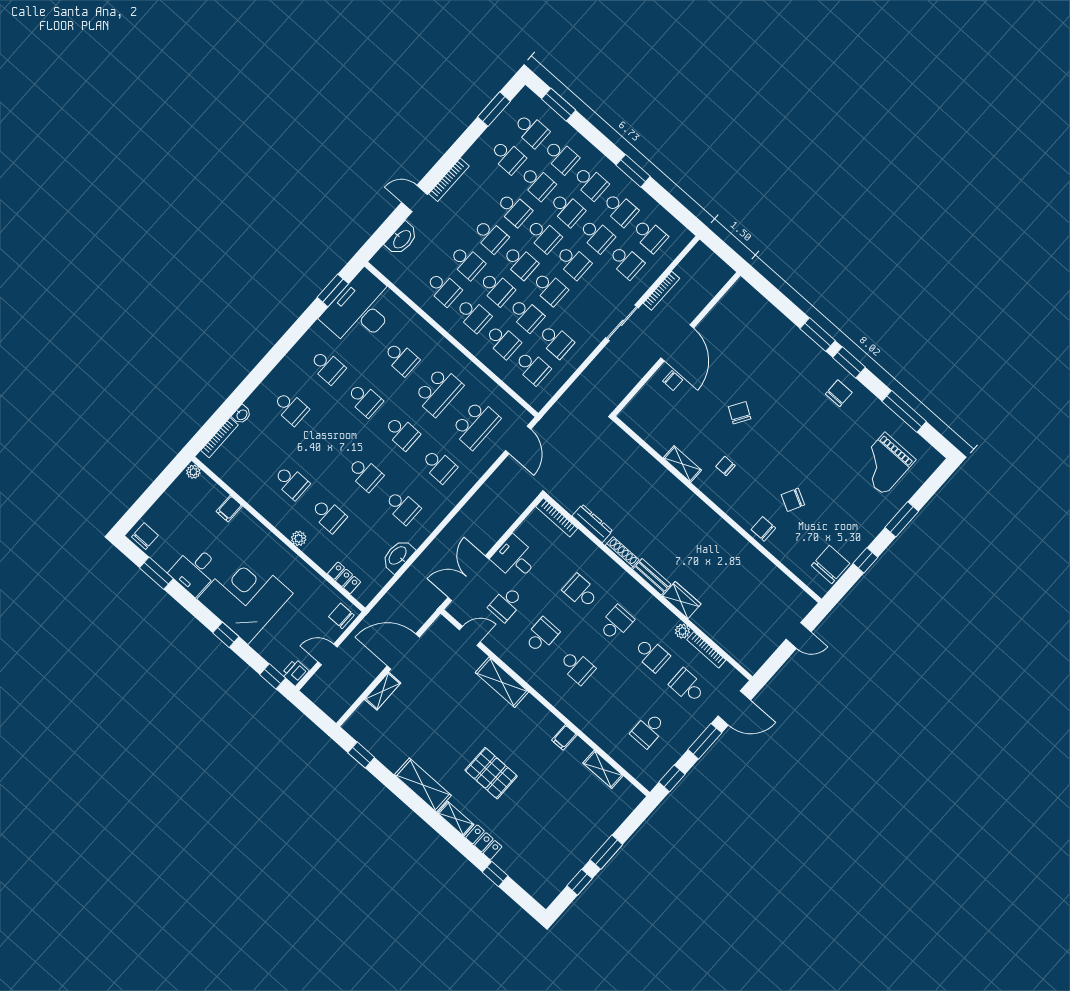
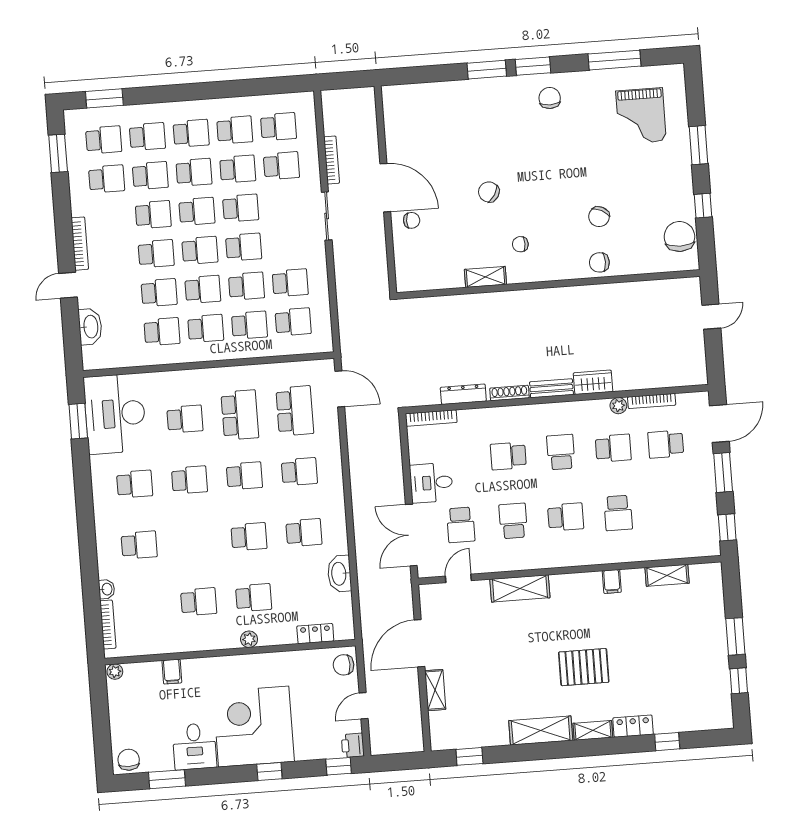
window: (633, 171) -> (214, 90), removed
school desk: (648, 730) -> (618, 513), moved

